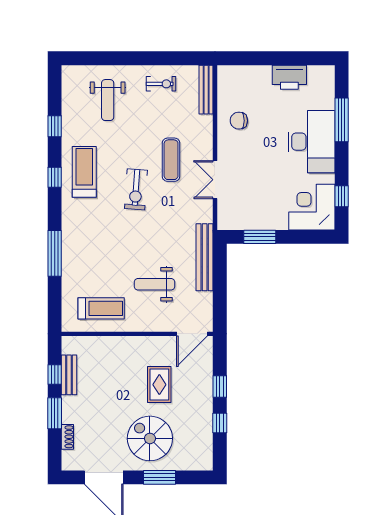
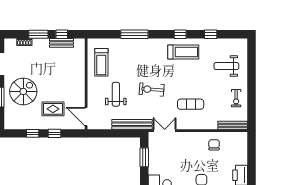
double door: (215, 180) -> (165, 131), moved
exercise bike: (136, 189) -> (152, 89), moved
rug: (159, 385) -> (53, 109), moved

